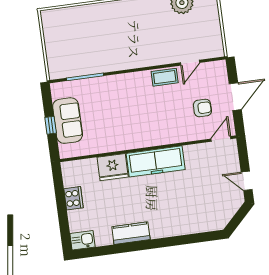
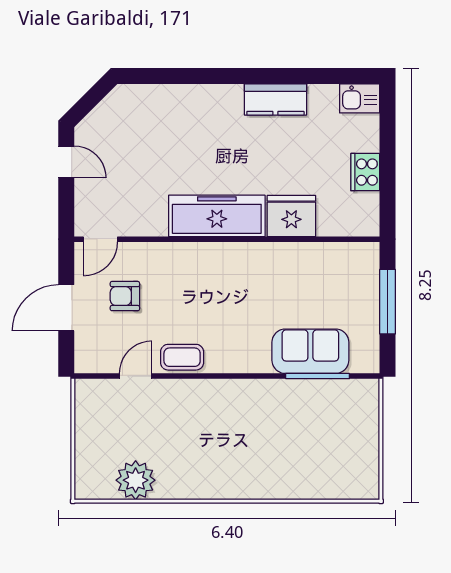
sofa: (68, 121) -> (310, 351), moved, turned 90
window: (51, 125) -> (387, 302), width x2.17

